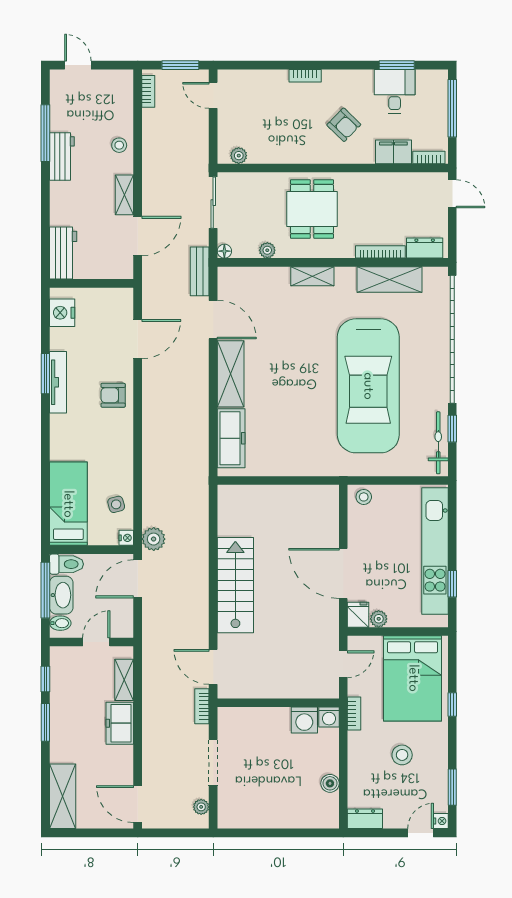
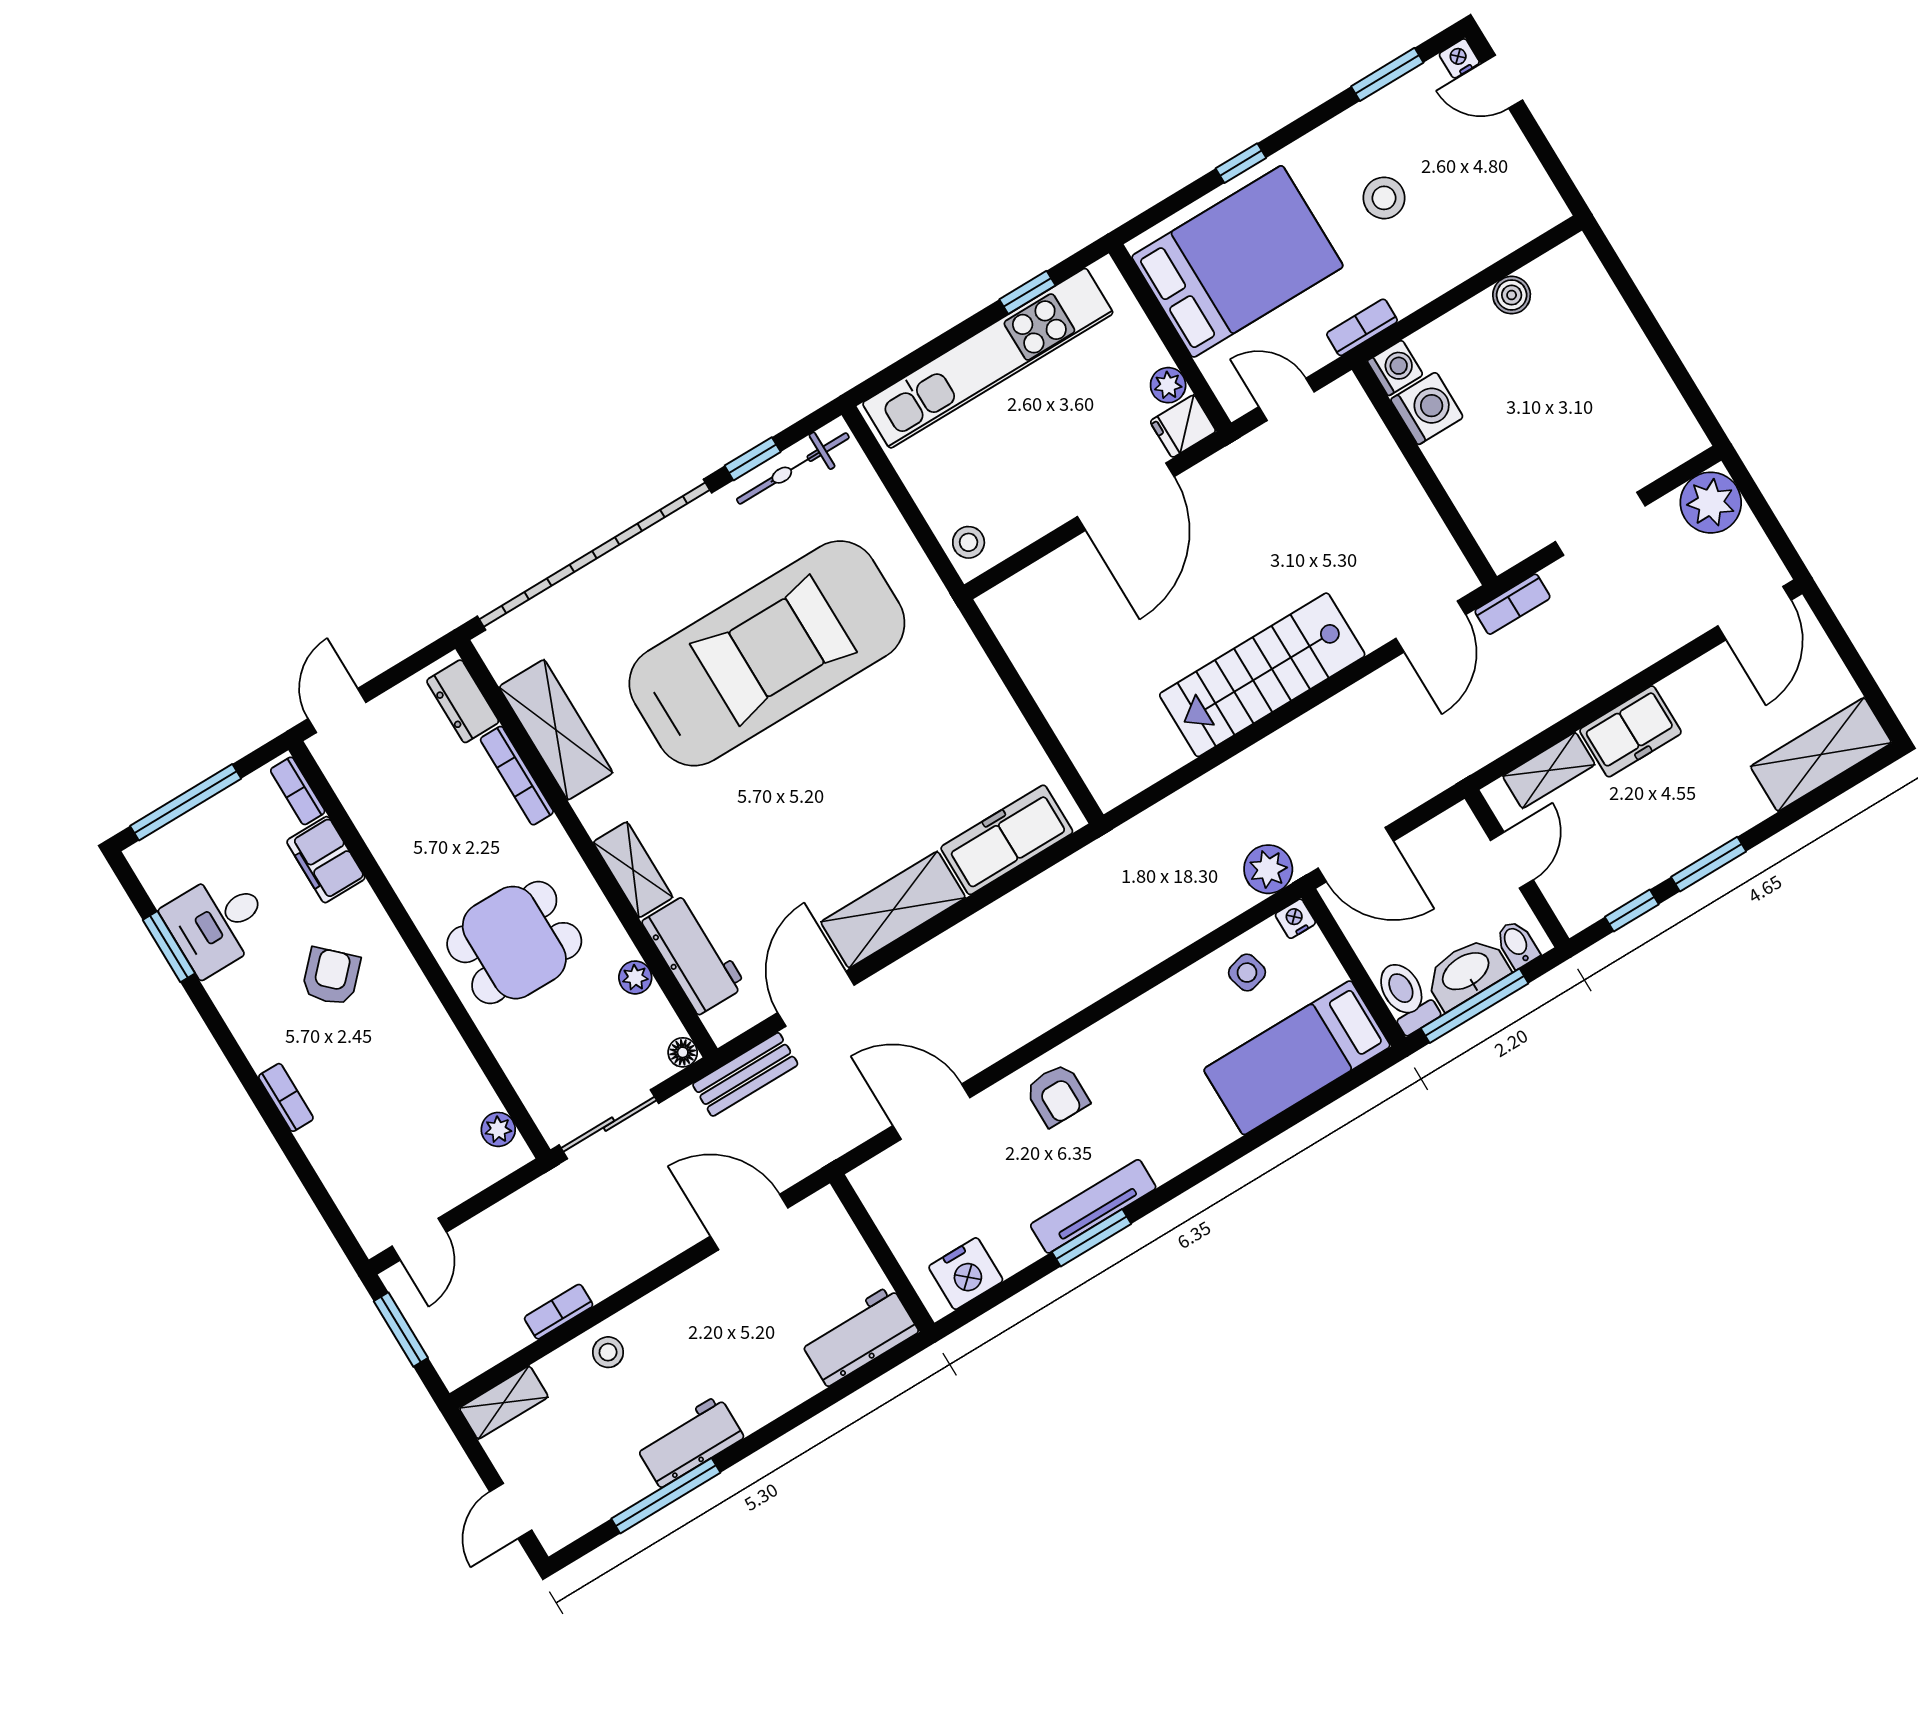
bookcase: (148, 91) -> (559, 1312), moved
shelving: (124, 195) -> (504, 1403), moved
workbench: (262, 280) -> (694, 954), added
door: (96, 642) -> (1512, 860), swing flipped
plant: (201, 807) -> (1711, 503), width x1.87, depth x1.87
dresser: (365, 819) -> (1537, 195), removed

